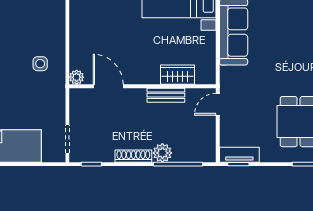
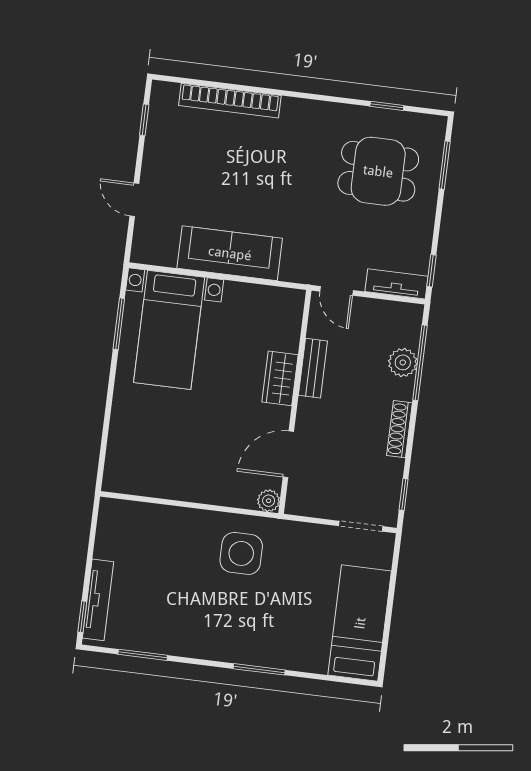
side table: (40, 64) -> (241, 553), width x1.87, depth x1.87
wardrobe: (178, 75) -> (280, 378), moved
plant: (162, 153) -> (403, 362), moved
tv unit: (239, 155) -> (396, 284), moved, turned 90

